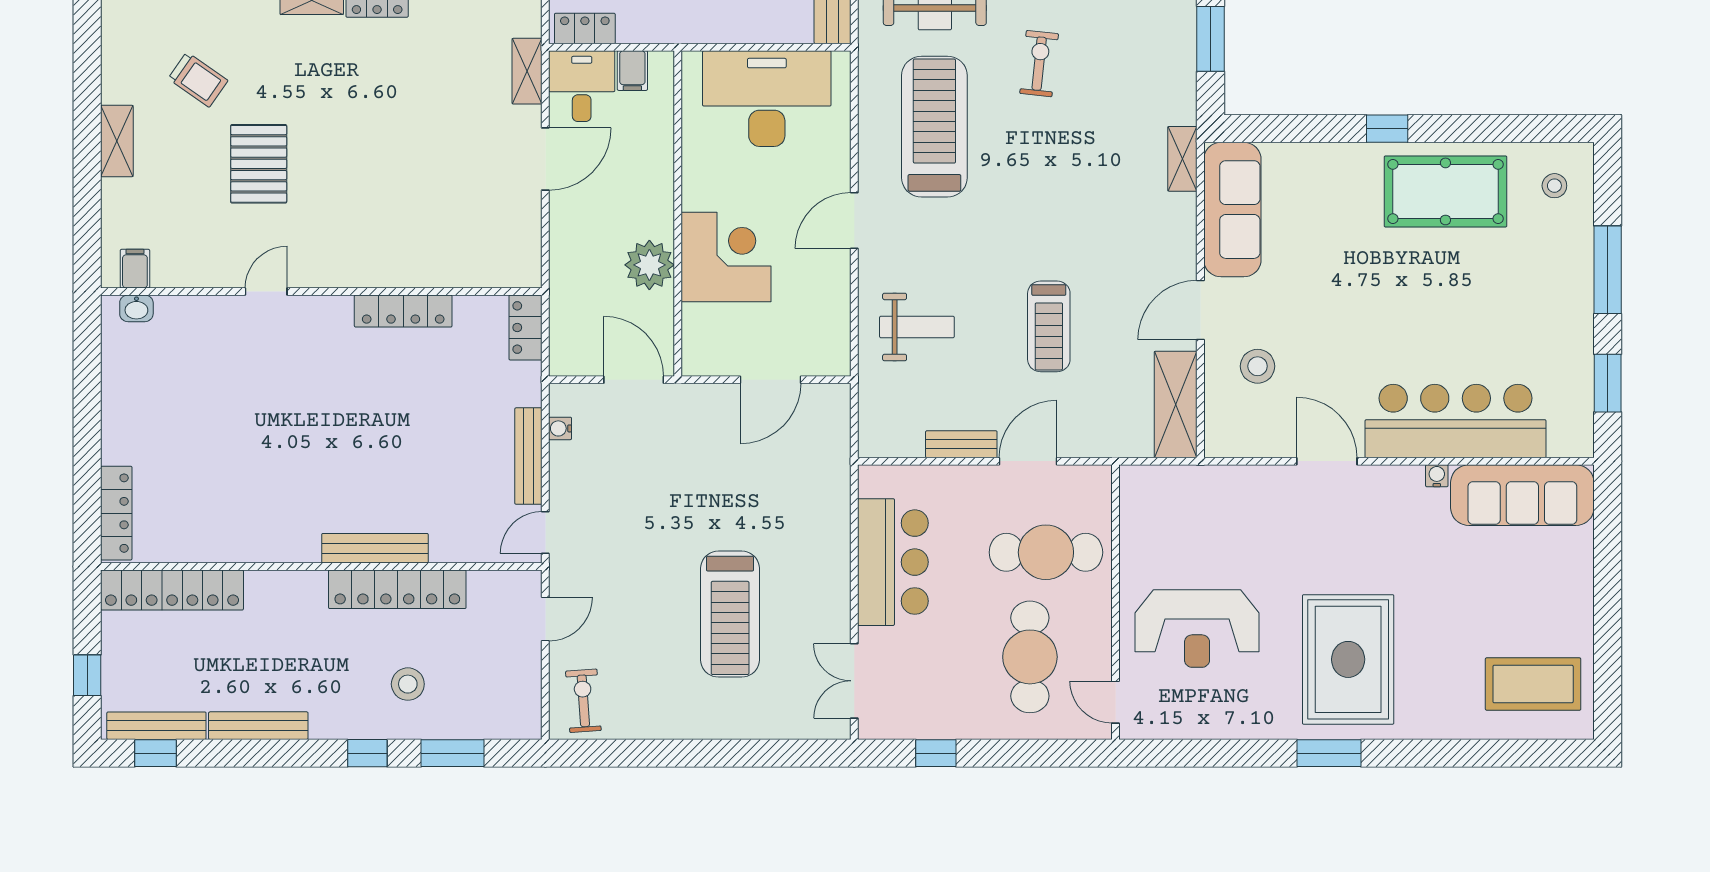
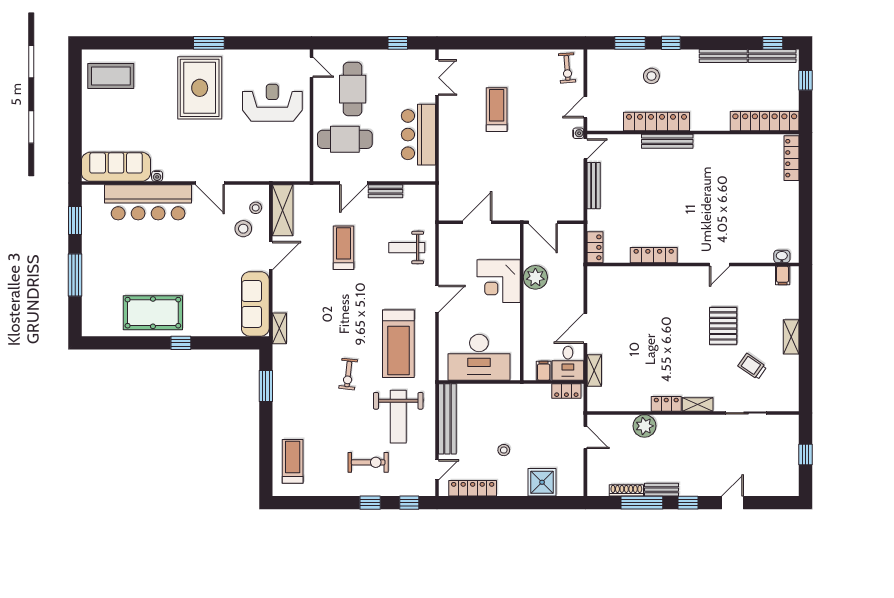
stool: (1554, 186) -> (256, 208), moved
water cooler: (560, 428) -> (578, 133), moved
treadmill: (730, 614) -> (497, 110), width x0.73, depth x0.73

